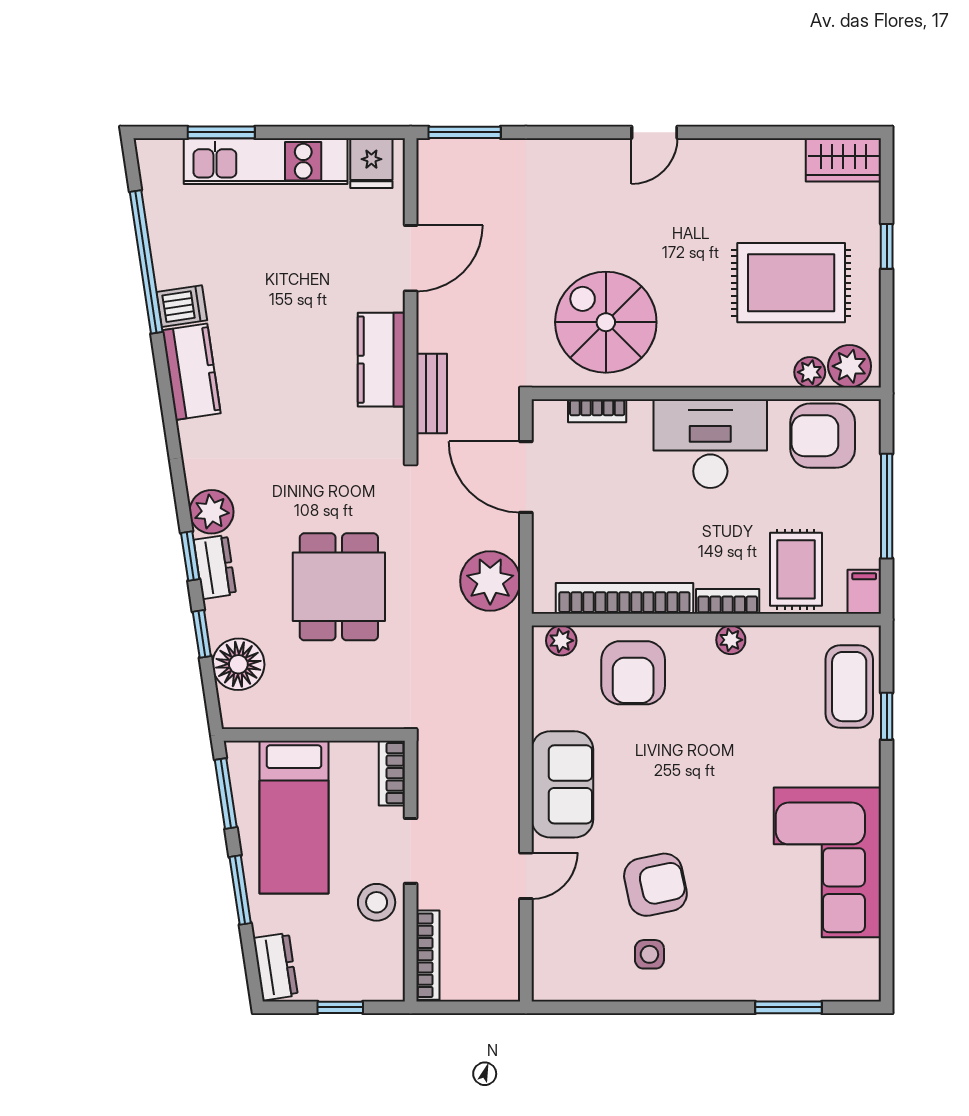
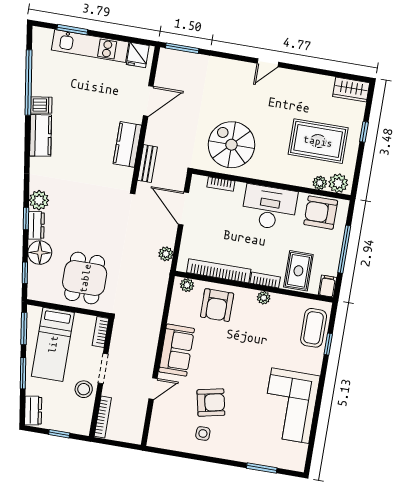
plant: (490, 581) -> (166, 254), width x0.53, depth x0.53
dining table: (339, 587) -> (85, 278), moved
window: (202, 634) -> (25, 273), moved
floor lamp: (238, 664) -> (40, 253), moved

